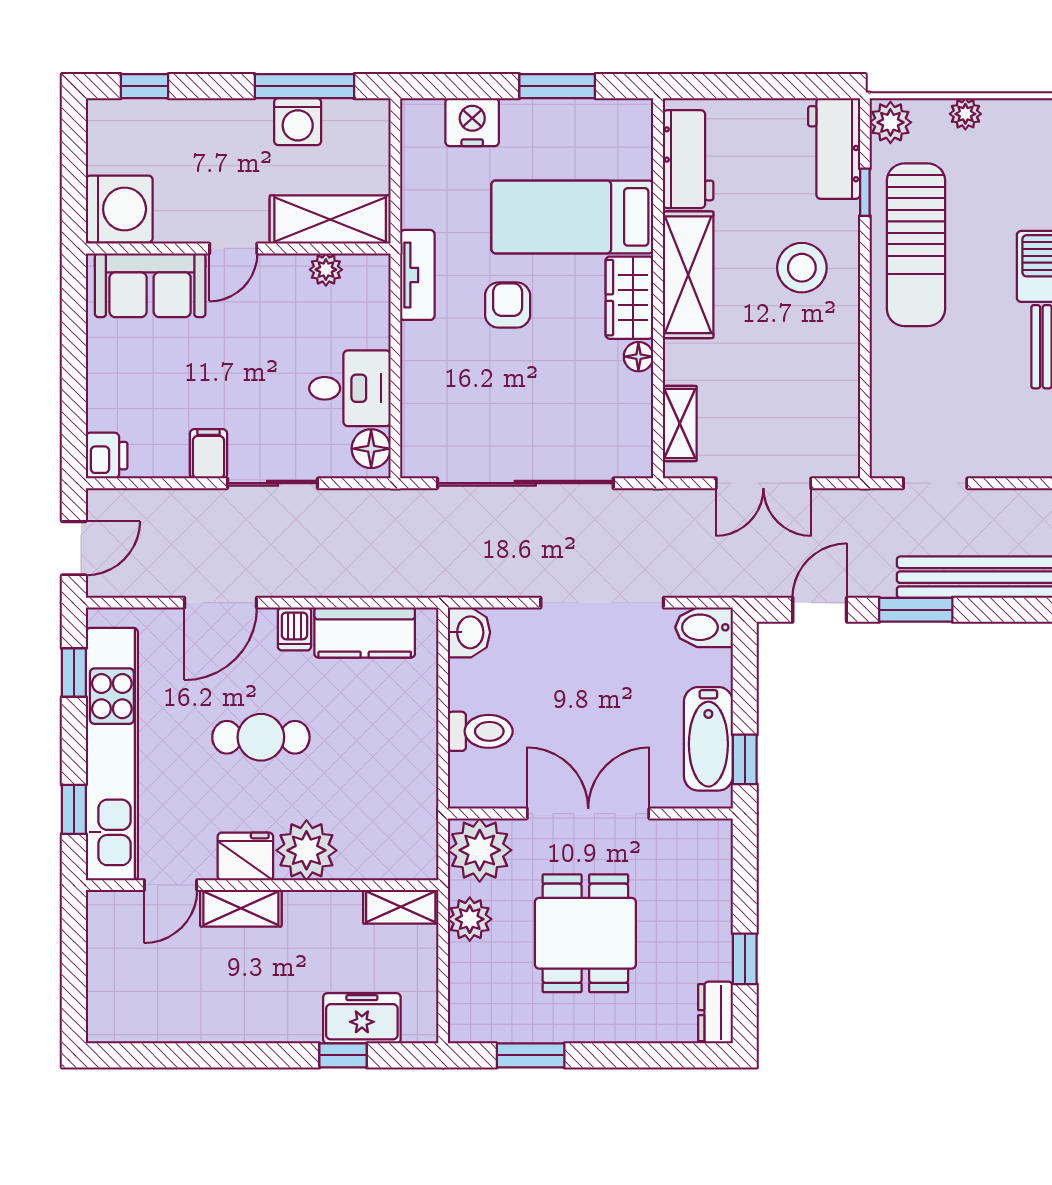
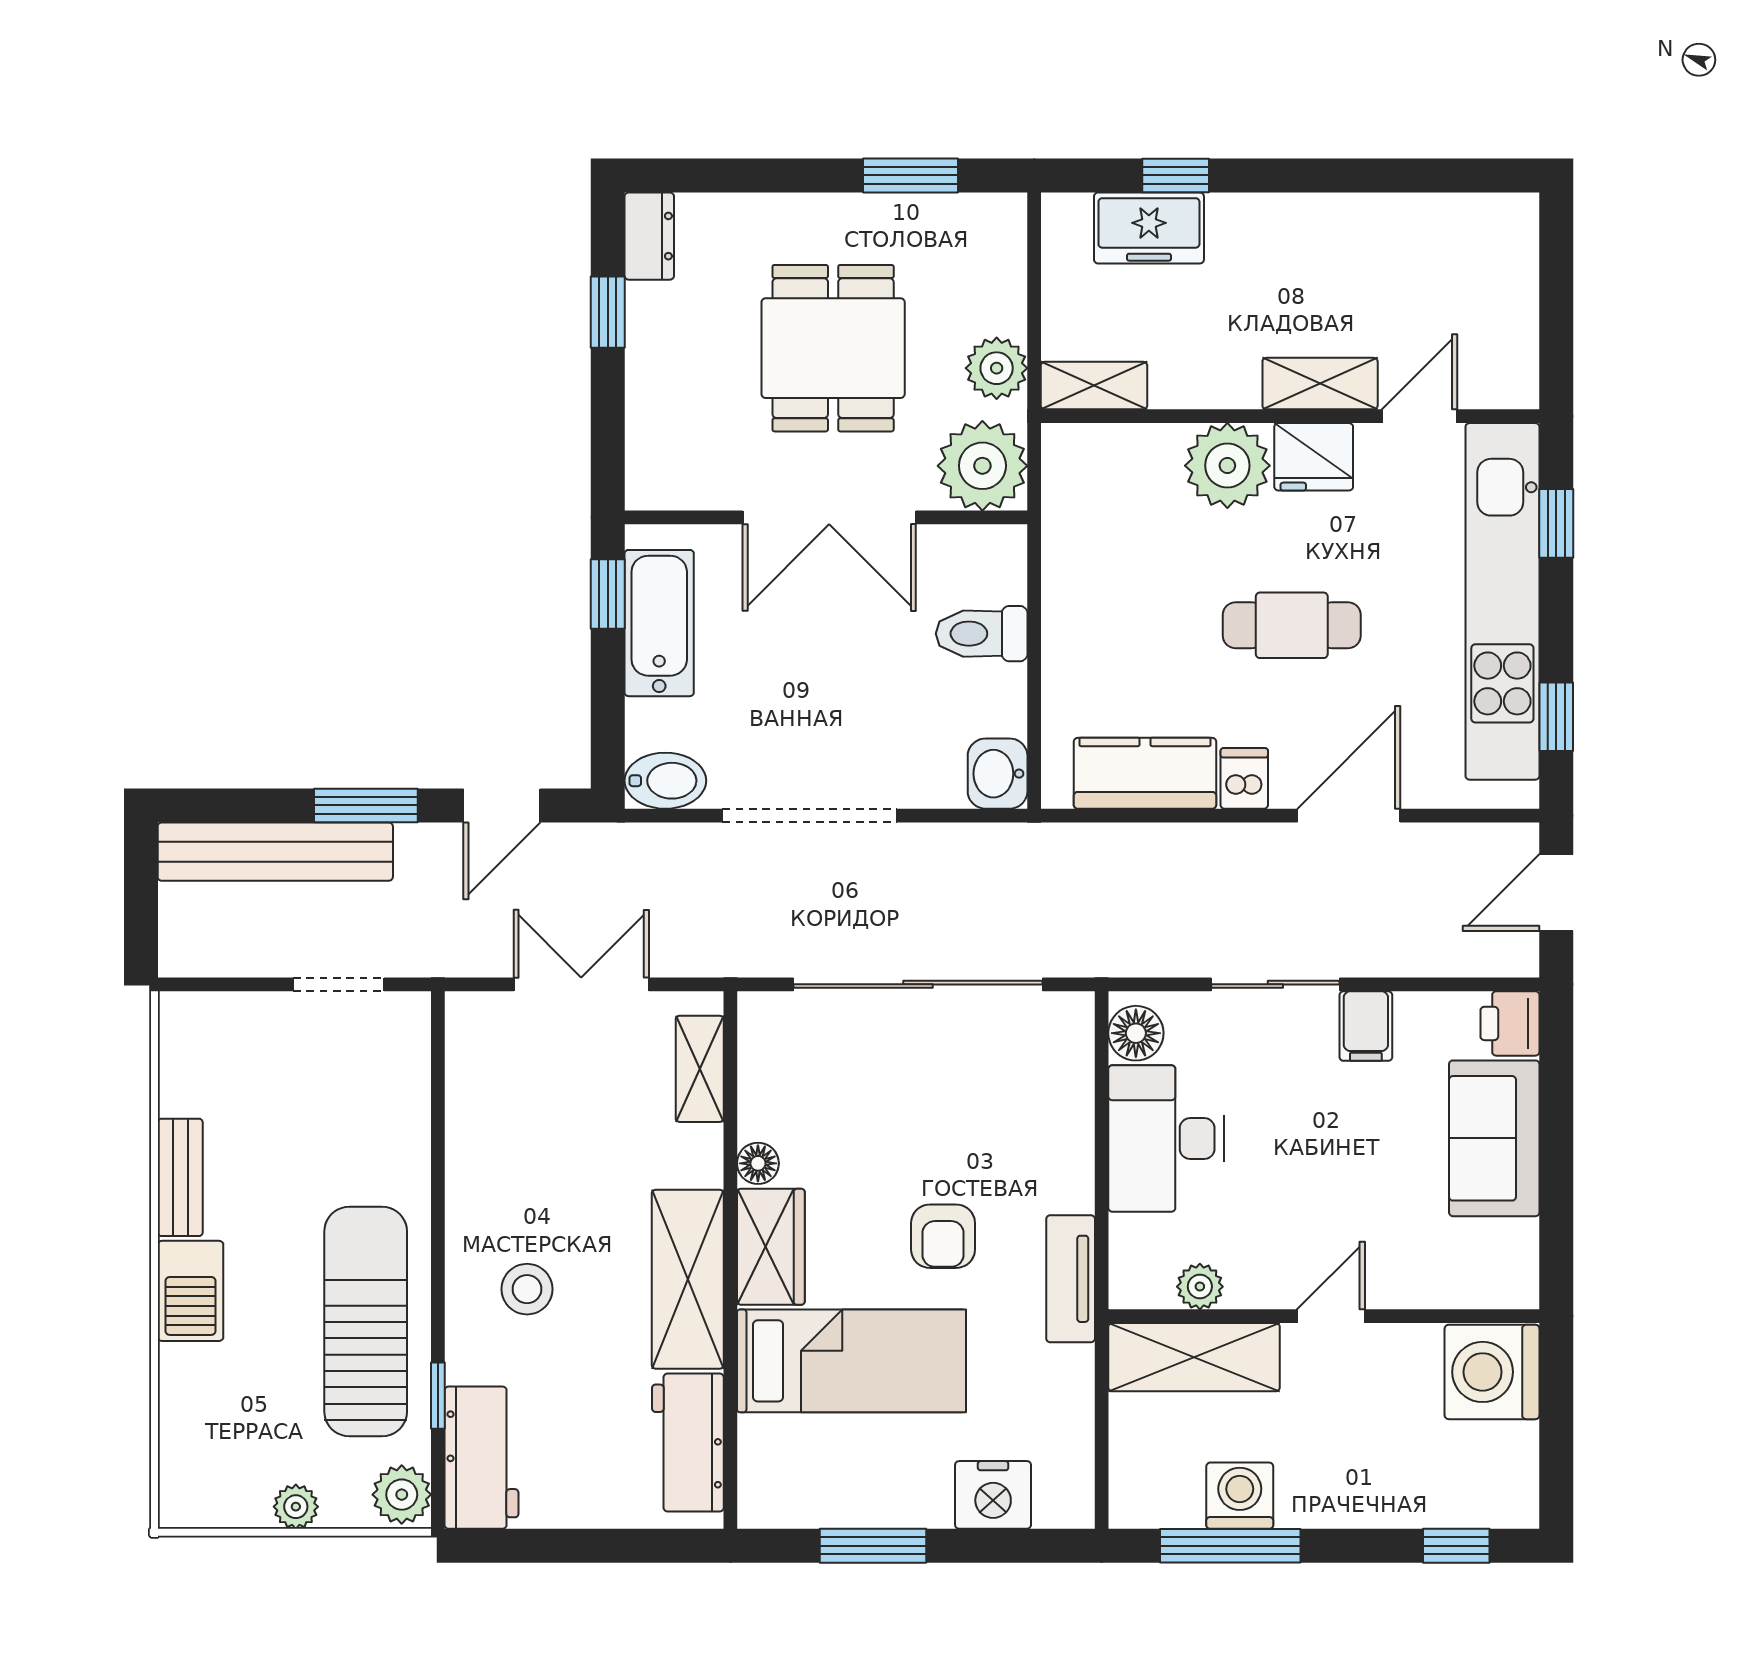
stool: (802, 268) -> (527, 1289), width x0.73, depth x0.73
sofa: (150, 285) -> (1494, 1138), moved, turned -90
desk: (350, 388) -> (1166, 1139), width x1.37

